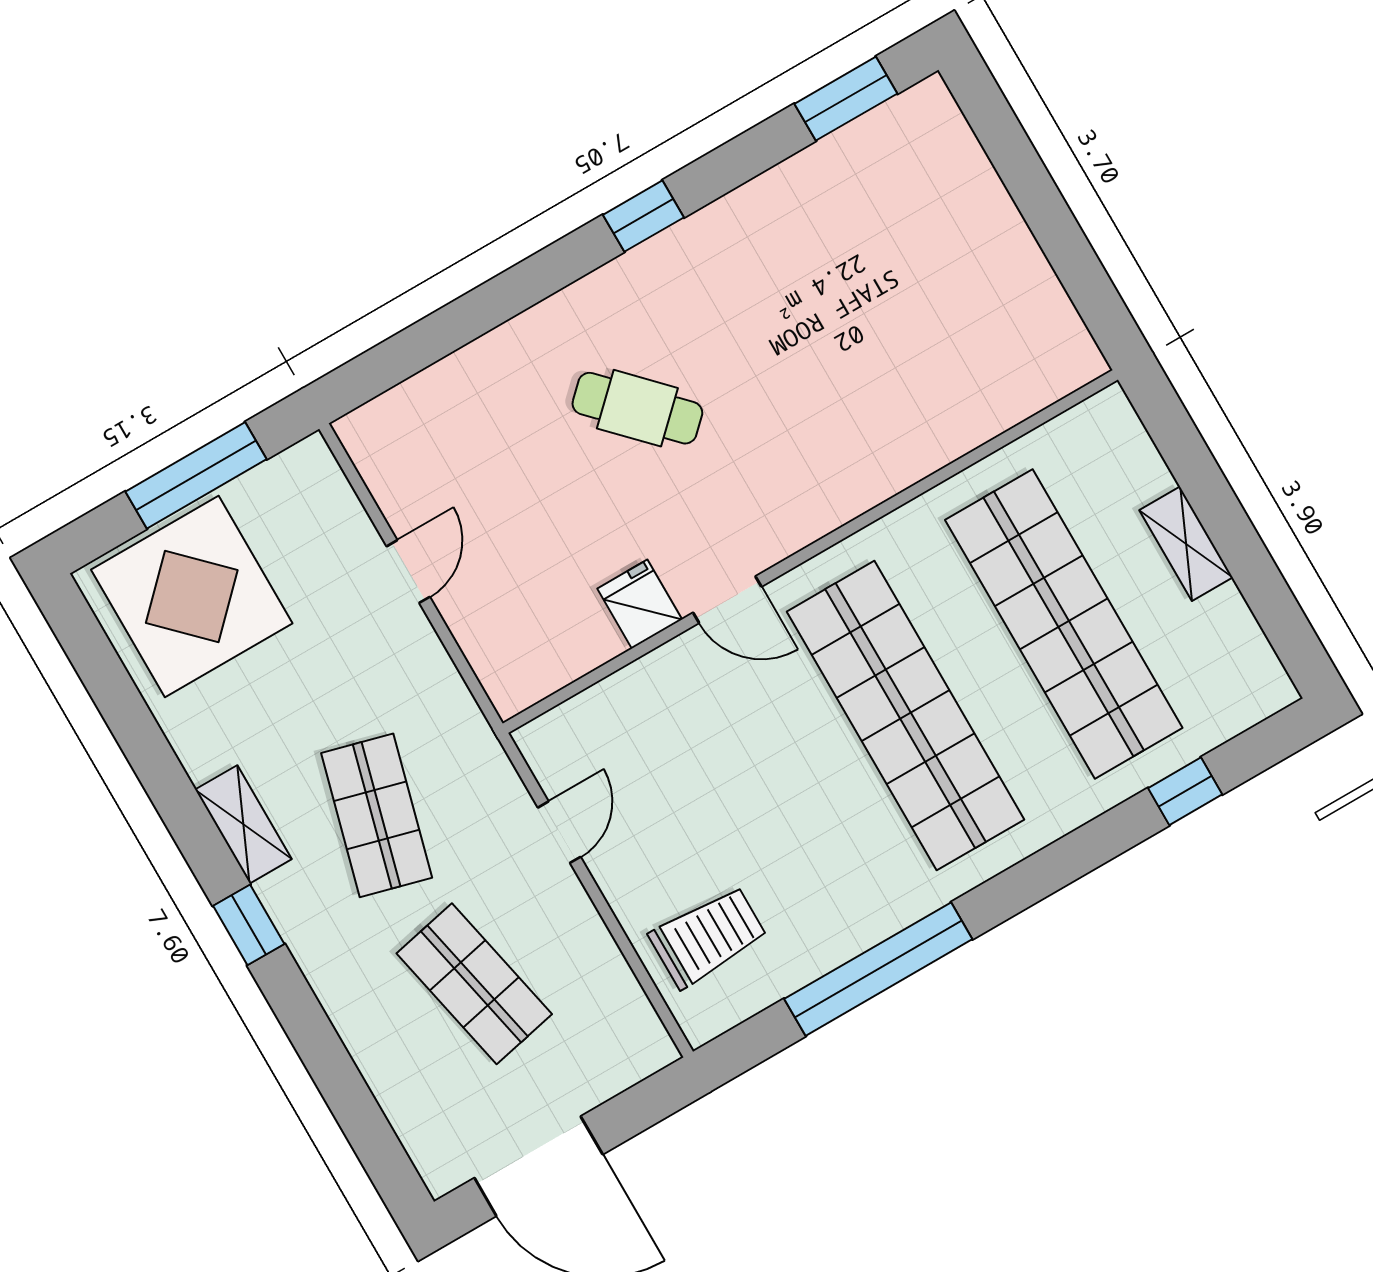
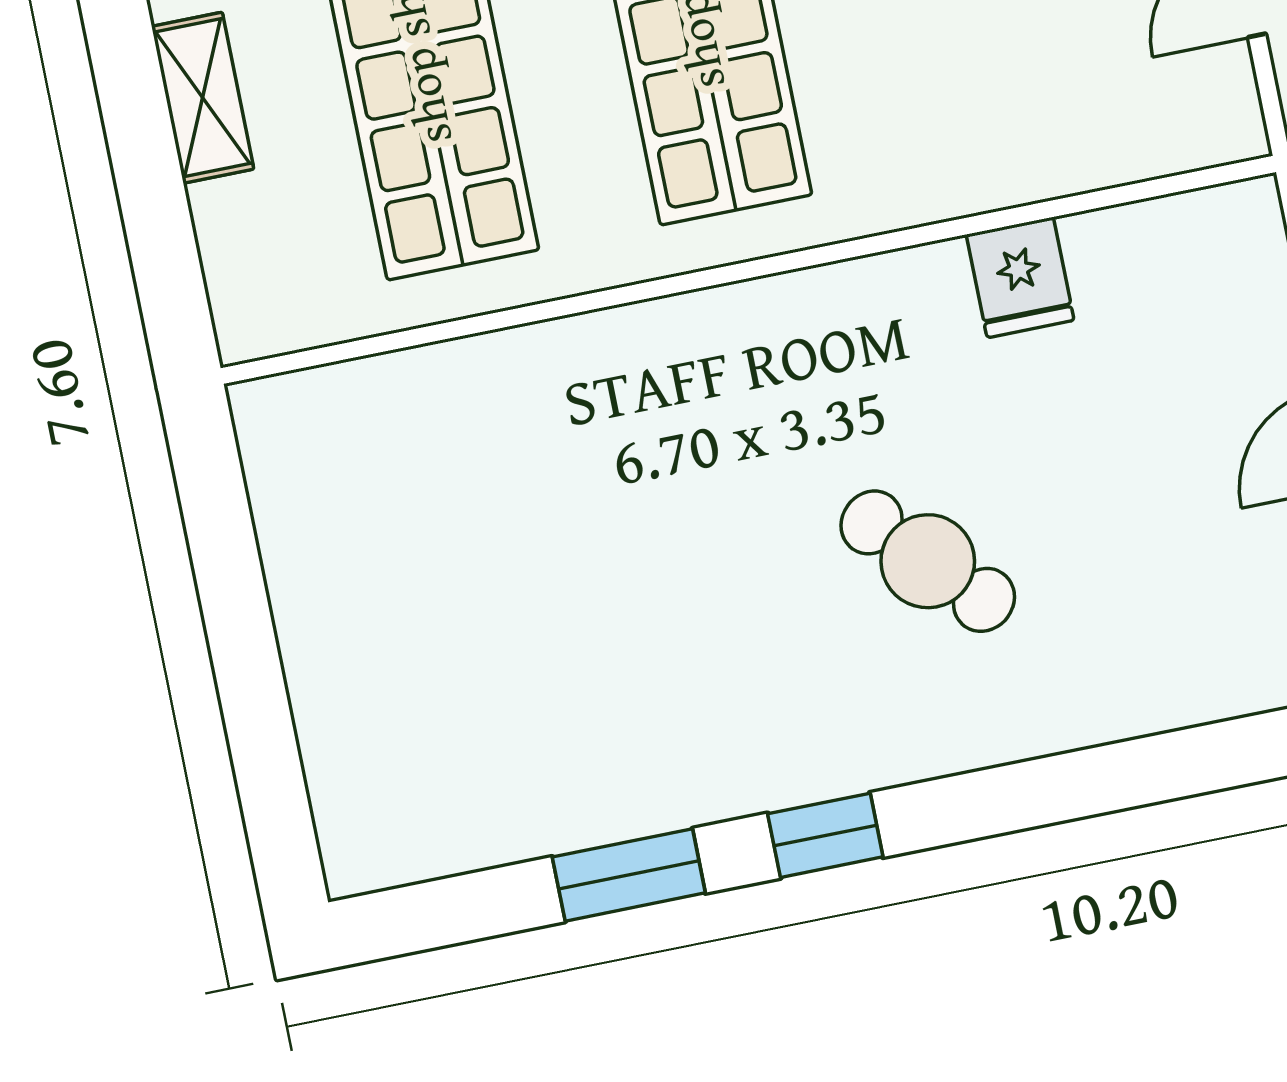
window: (846, 99) -> (629, 875), moved
door: (727, 600) -> (892, 241), removed

